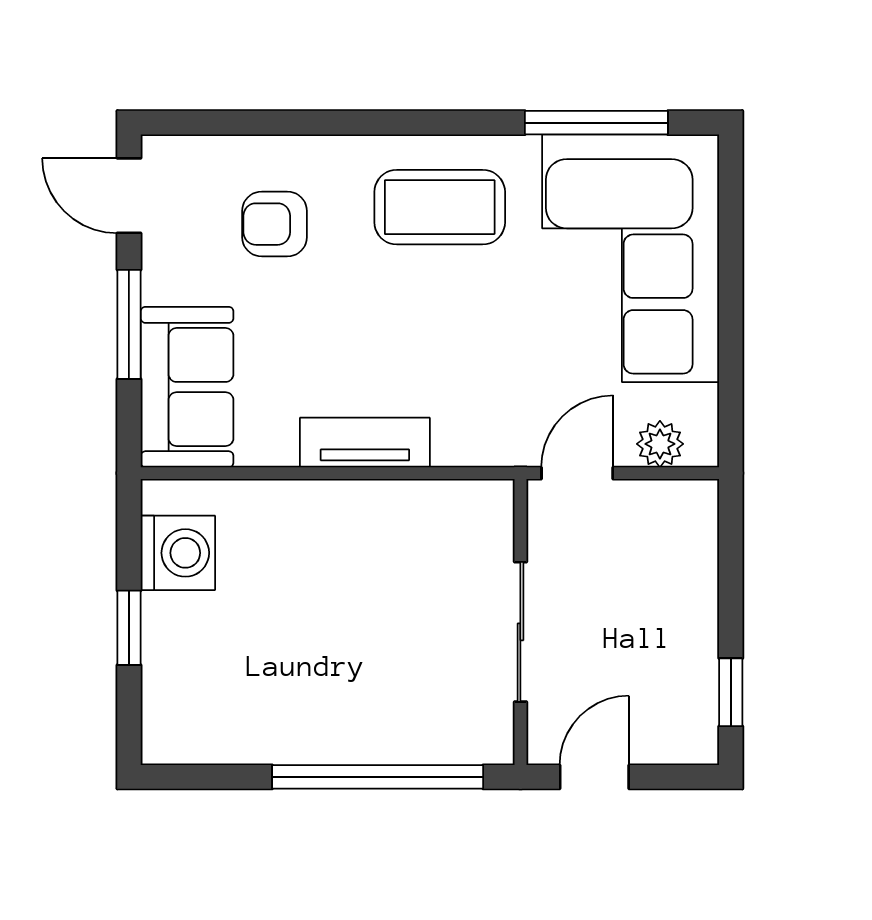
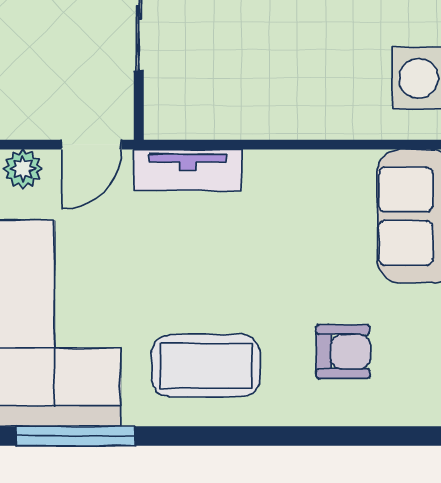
tv unit: (365, 442) -> (188, 170), moved

